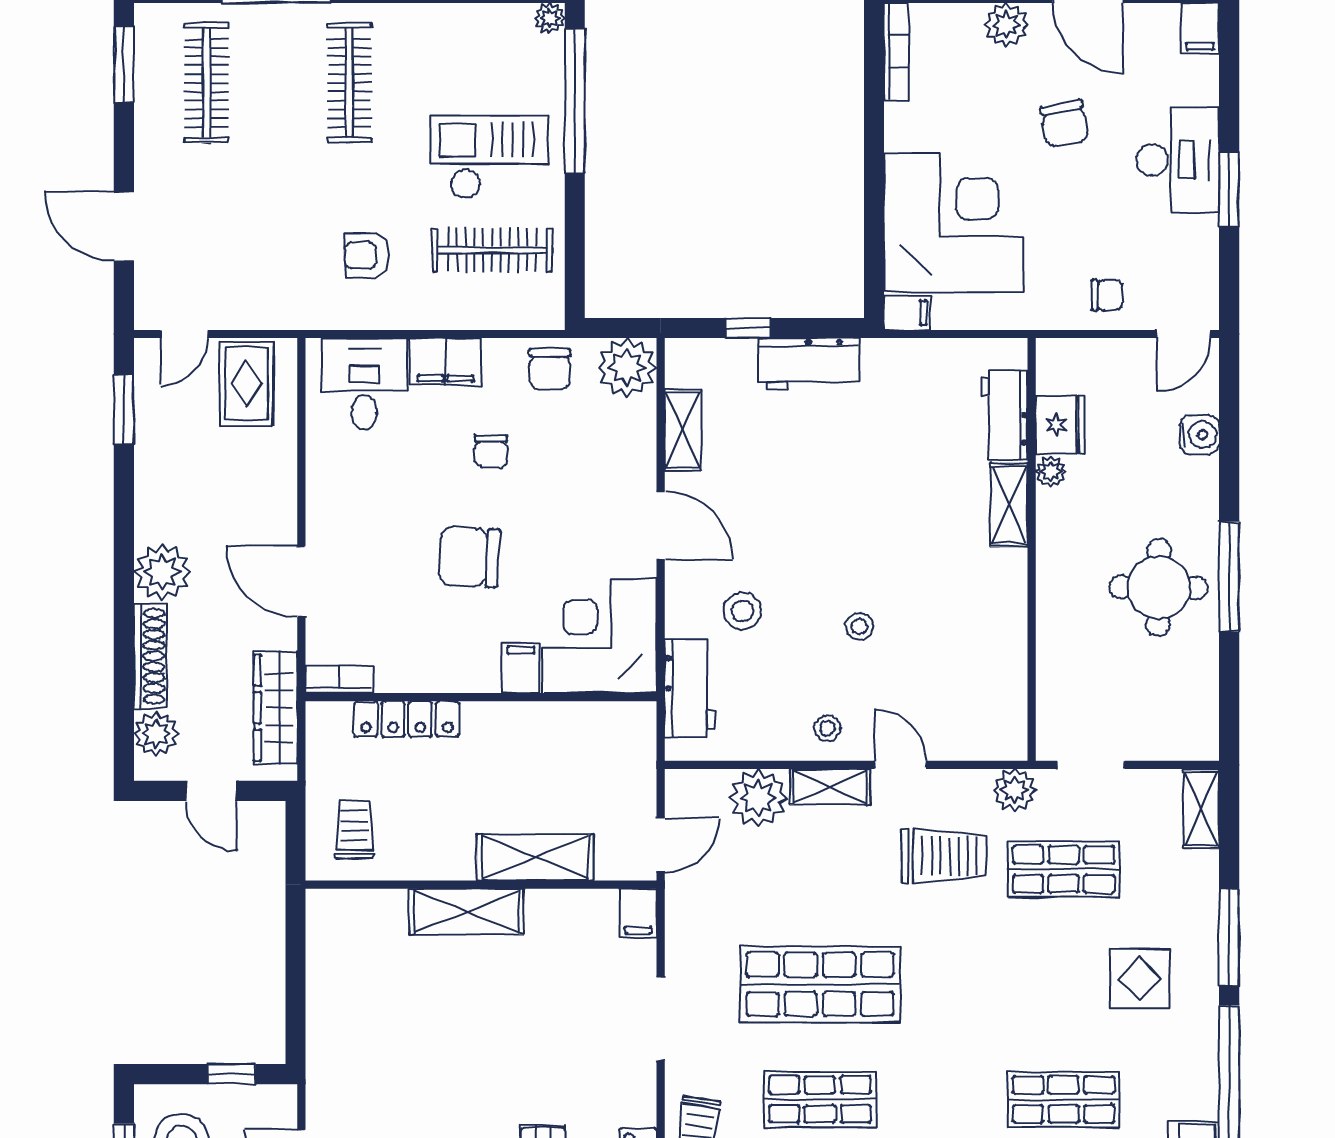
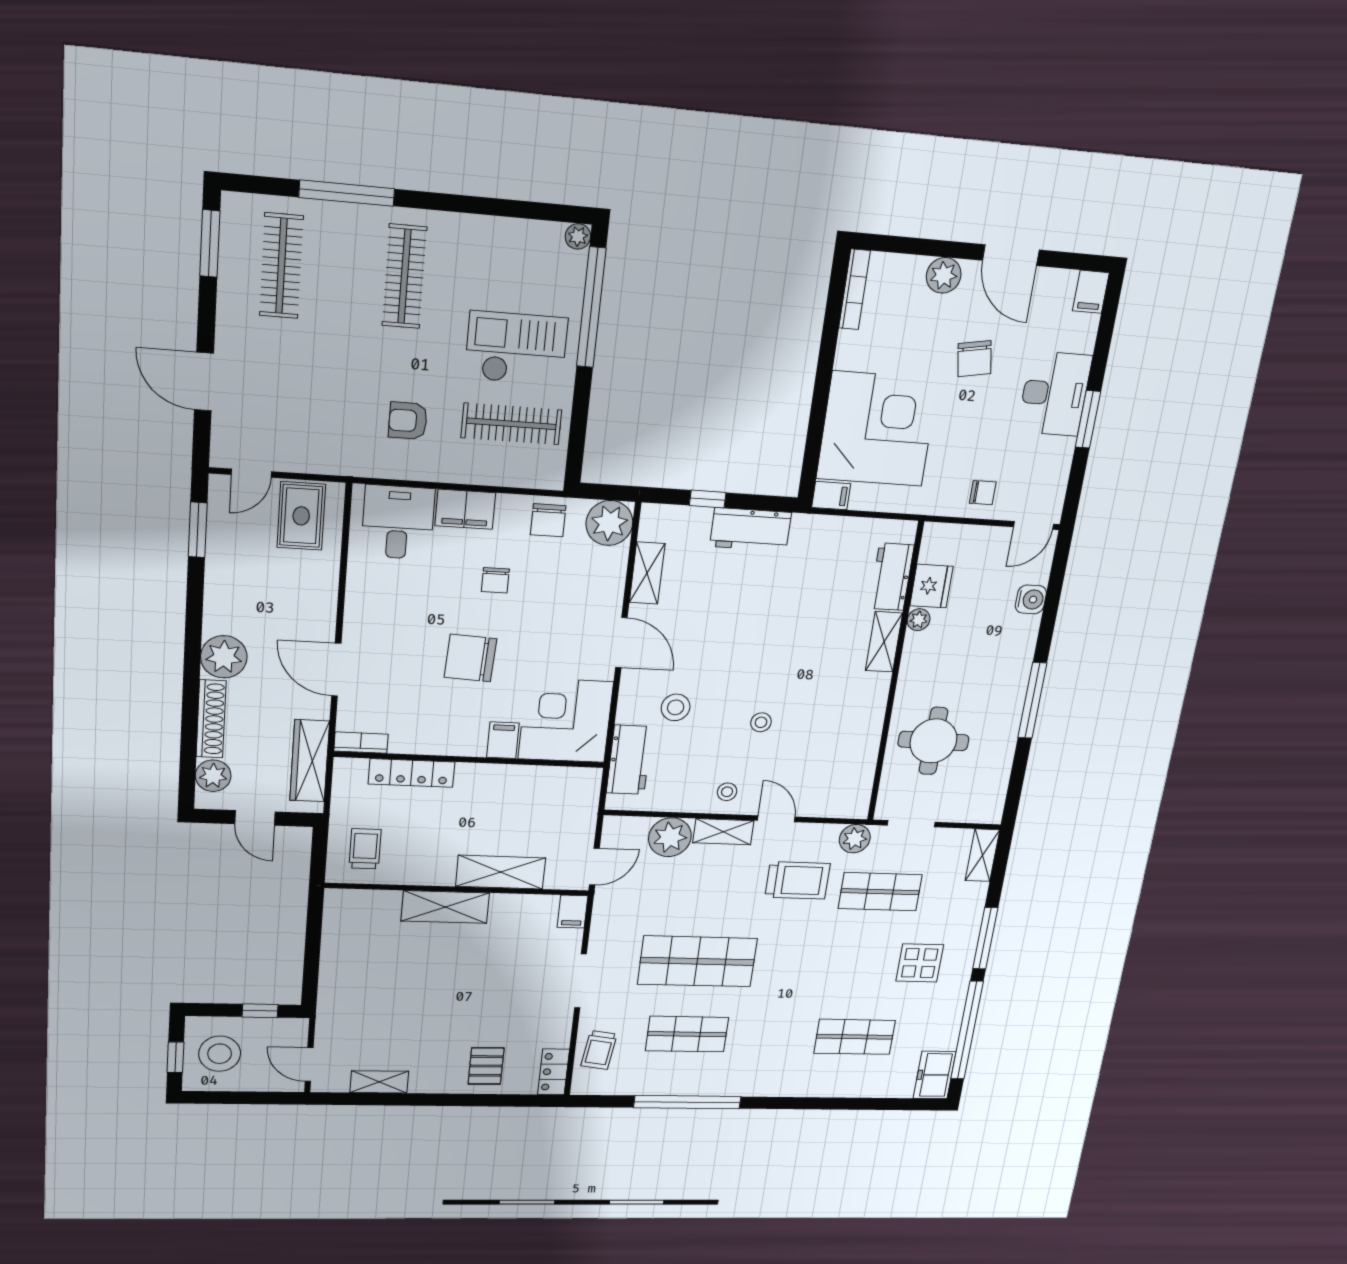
round table: (1159, 587) -> (933, 741), moved

